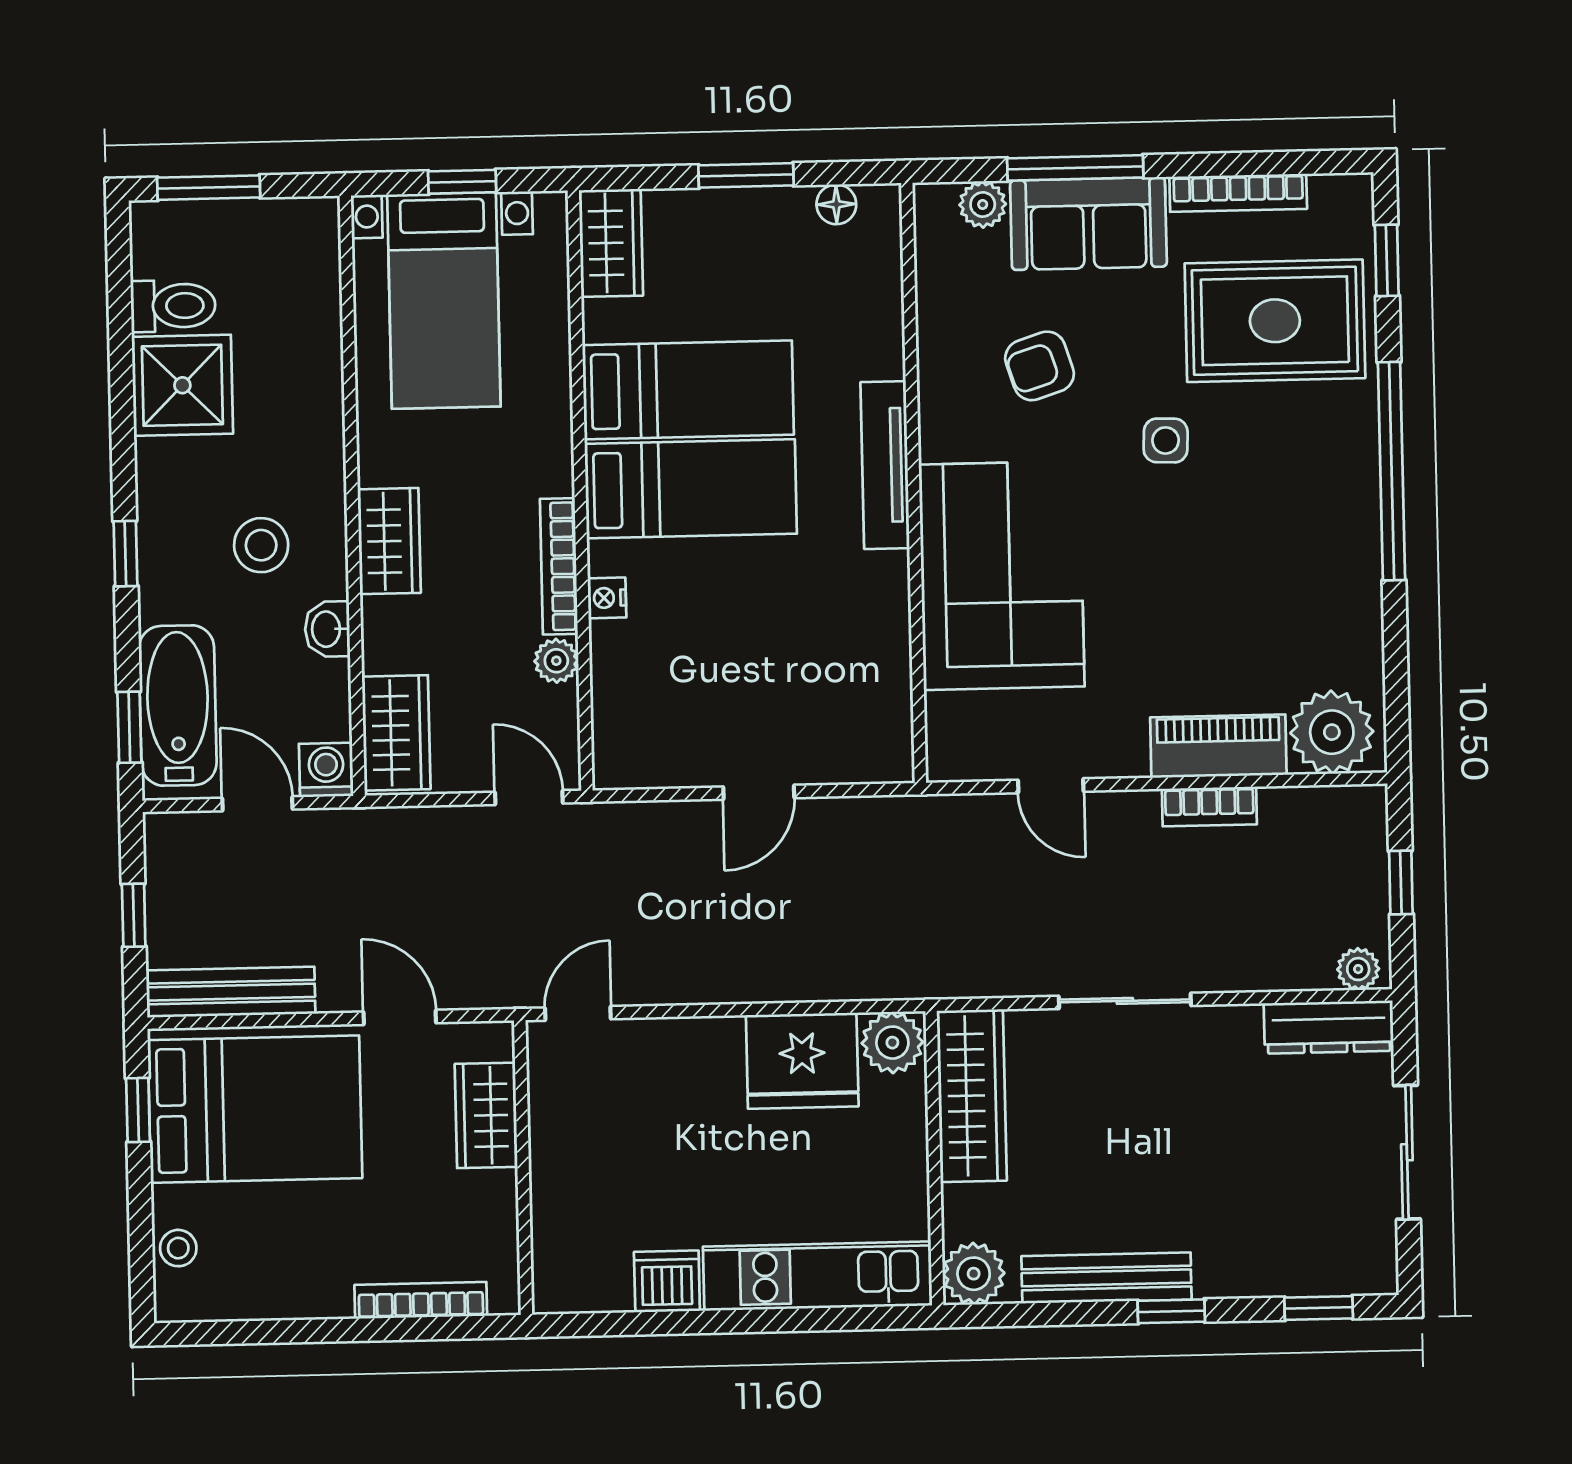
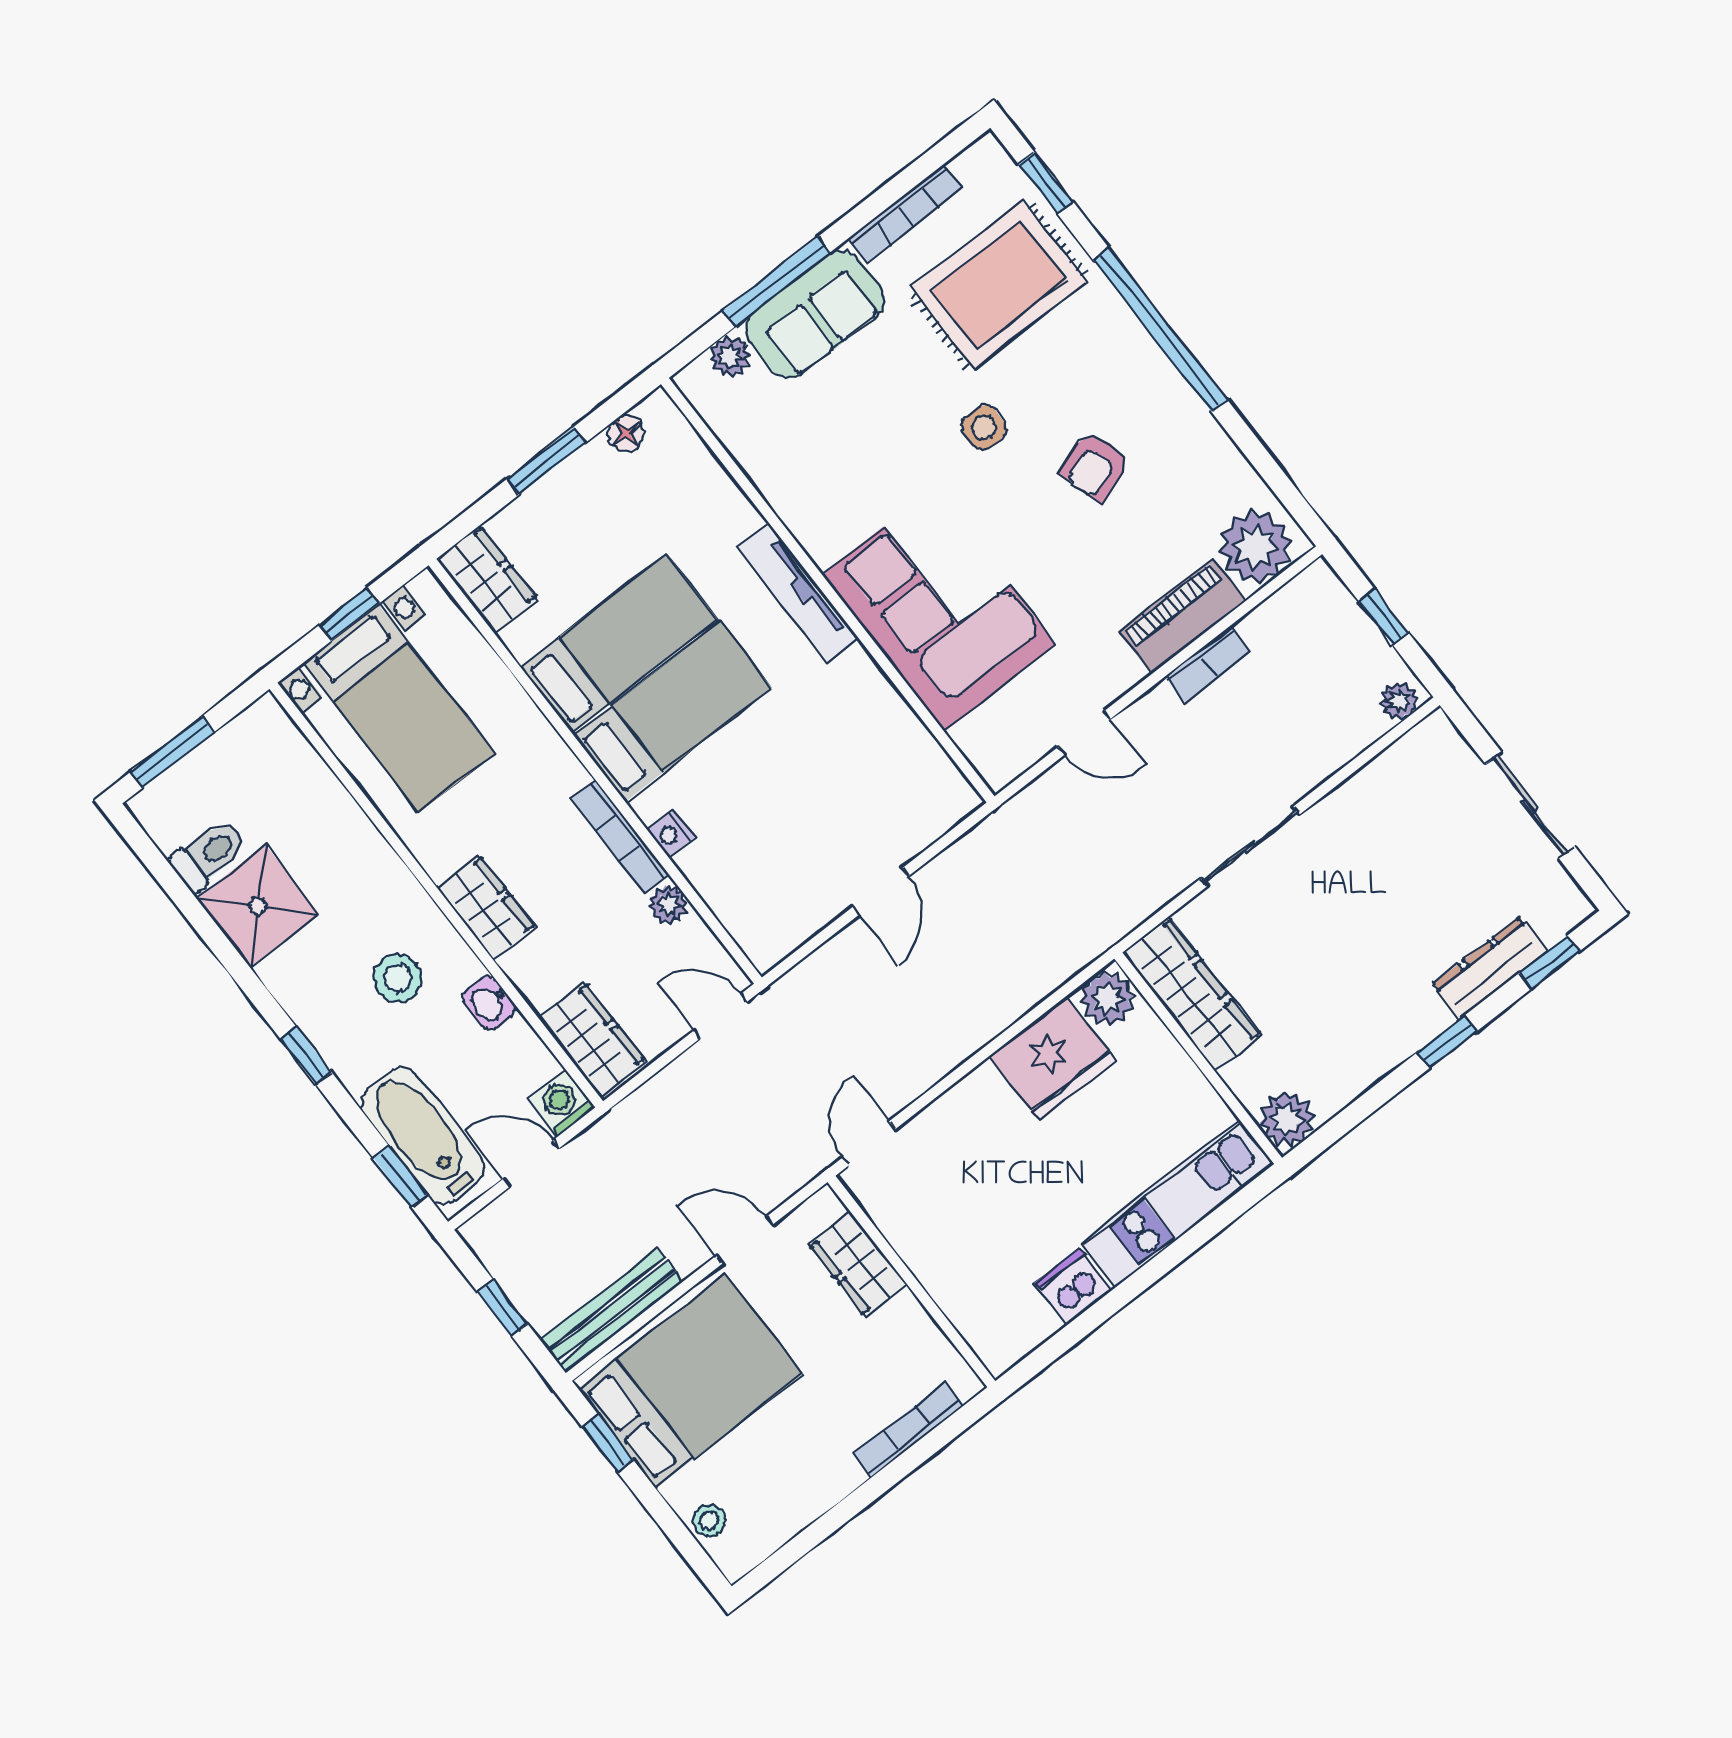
armchair: (1040, 366) -> (1095, 466), moved
dresser: (1329, 1027) -> (1489, 968), moved, turned 180
bench: (1106, 1278) -> (1383, 1053), removed

